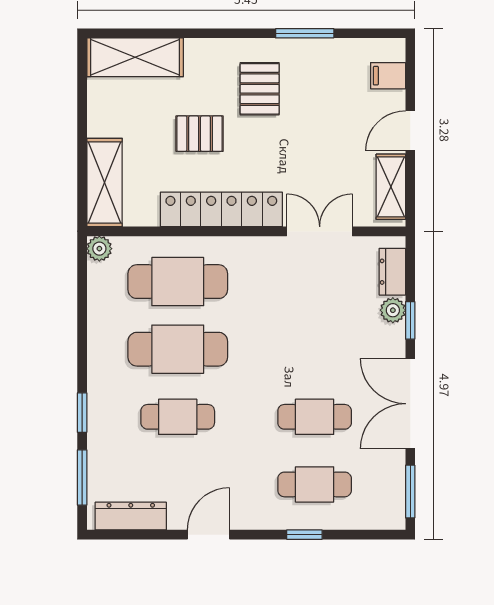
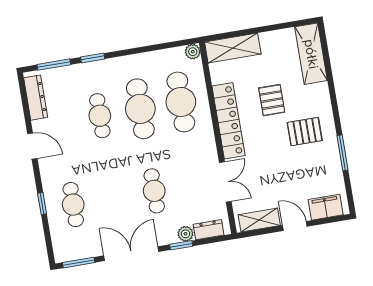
filing cabinet: (388, 76) -> (326, 207), width x2.00
cafe table: (315, 417) -> (154, 191), moved

